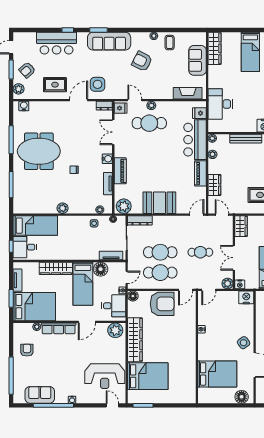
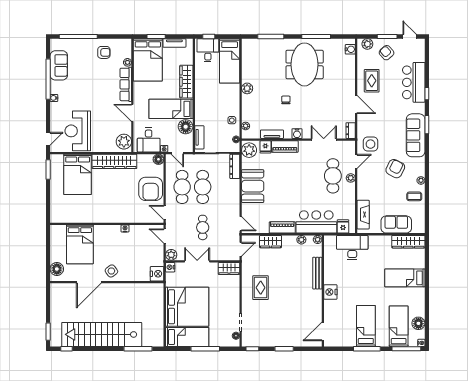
side table: (98, 84) -> (371, 144), moved
fridge: (121, 108) -> (265, 147), moved

